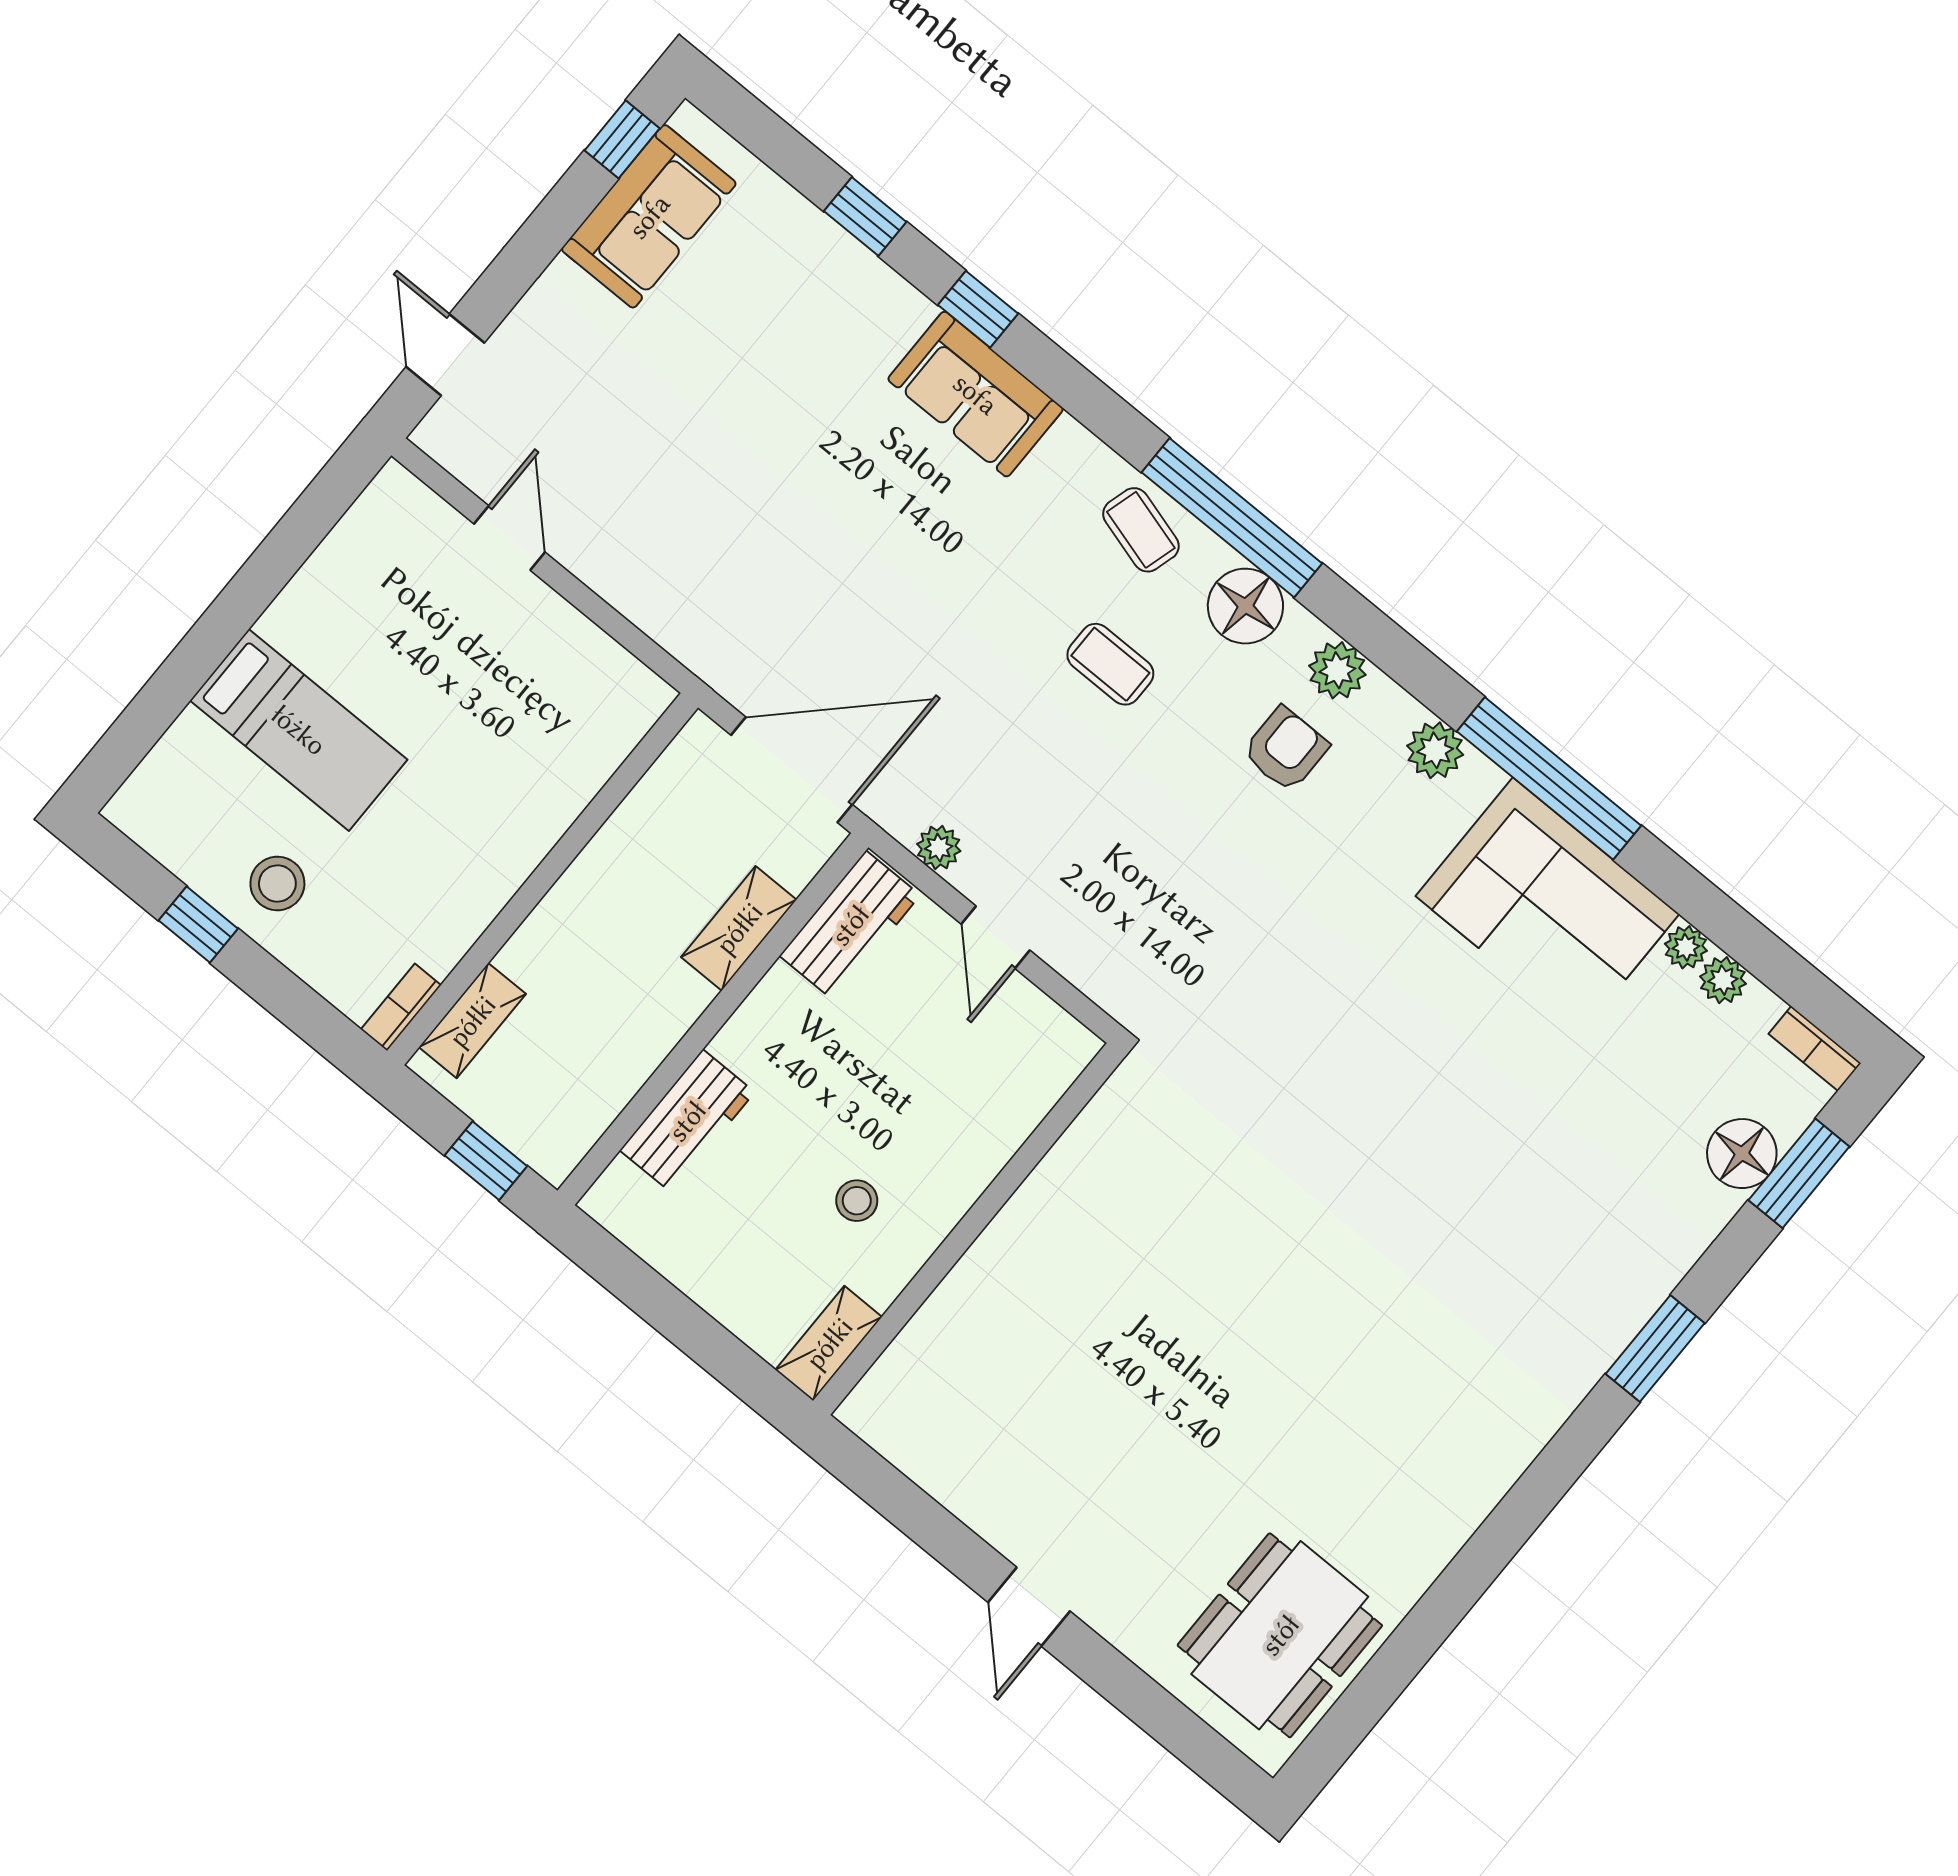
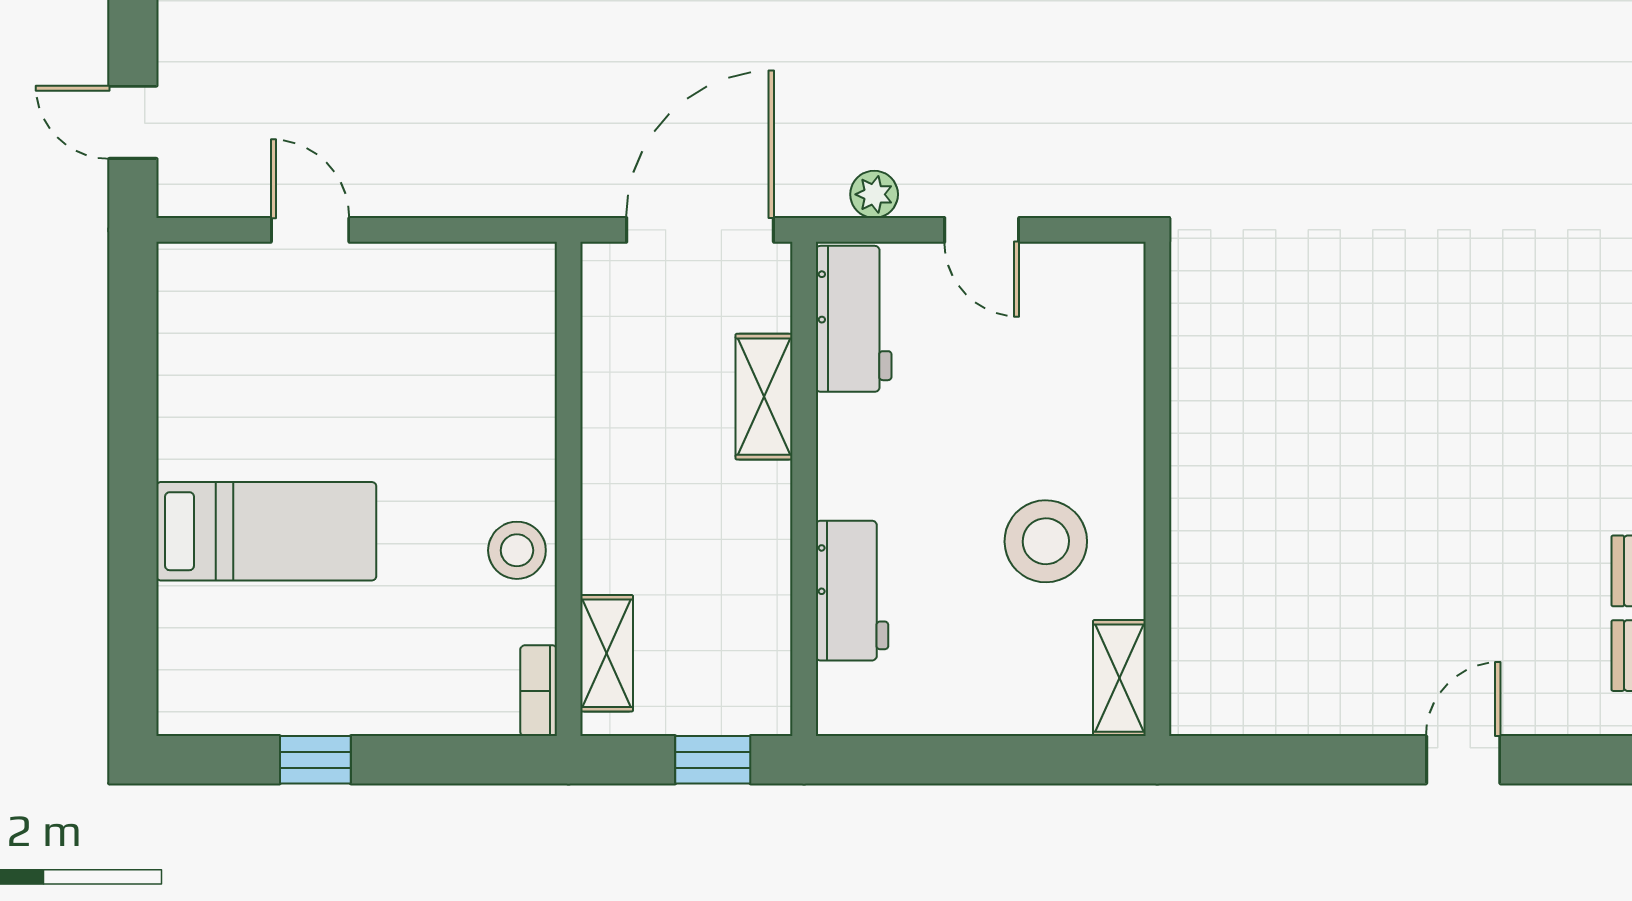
stool: (277, 883) -> (517, 550), moved
stool: (857, 1201) -> (1046, 541), width x1.89, depth x1.89
door: (1029, 1607) -> (1463, 760), swing flipped

